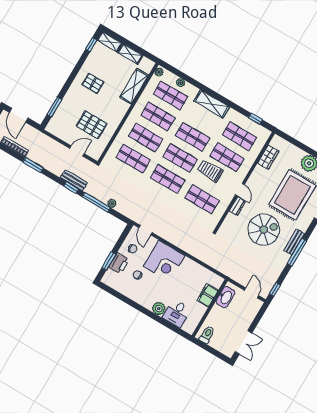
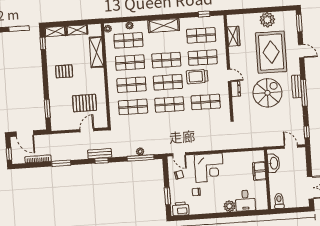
window: (96, 202) -> (141, 158), moved
printer: (119, 263) -> (181, 209), moved, turned -90

